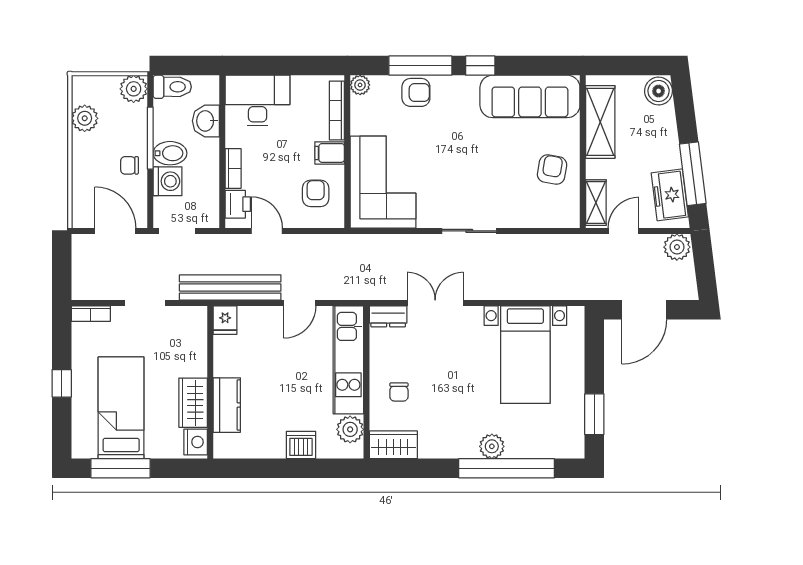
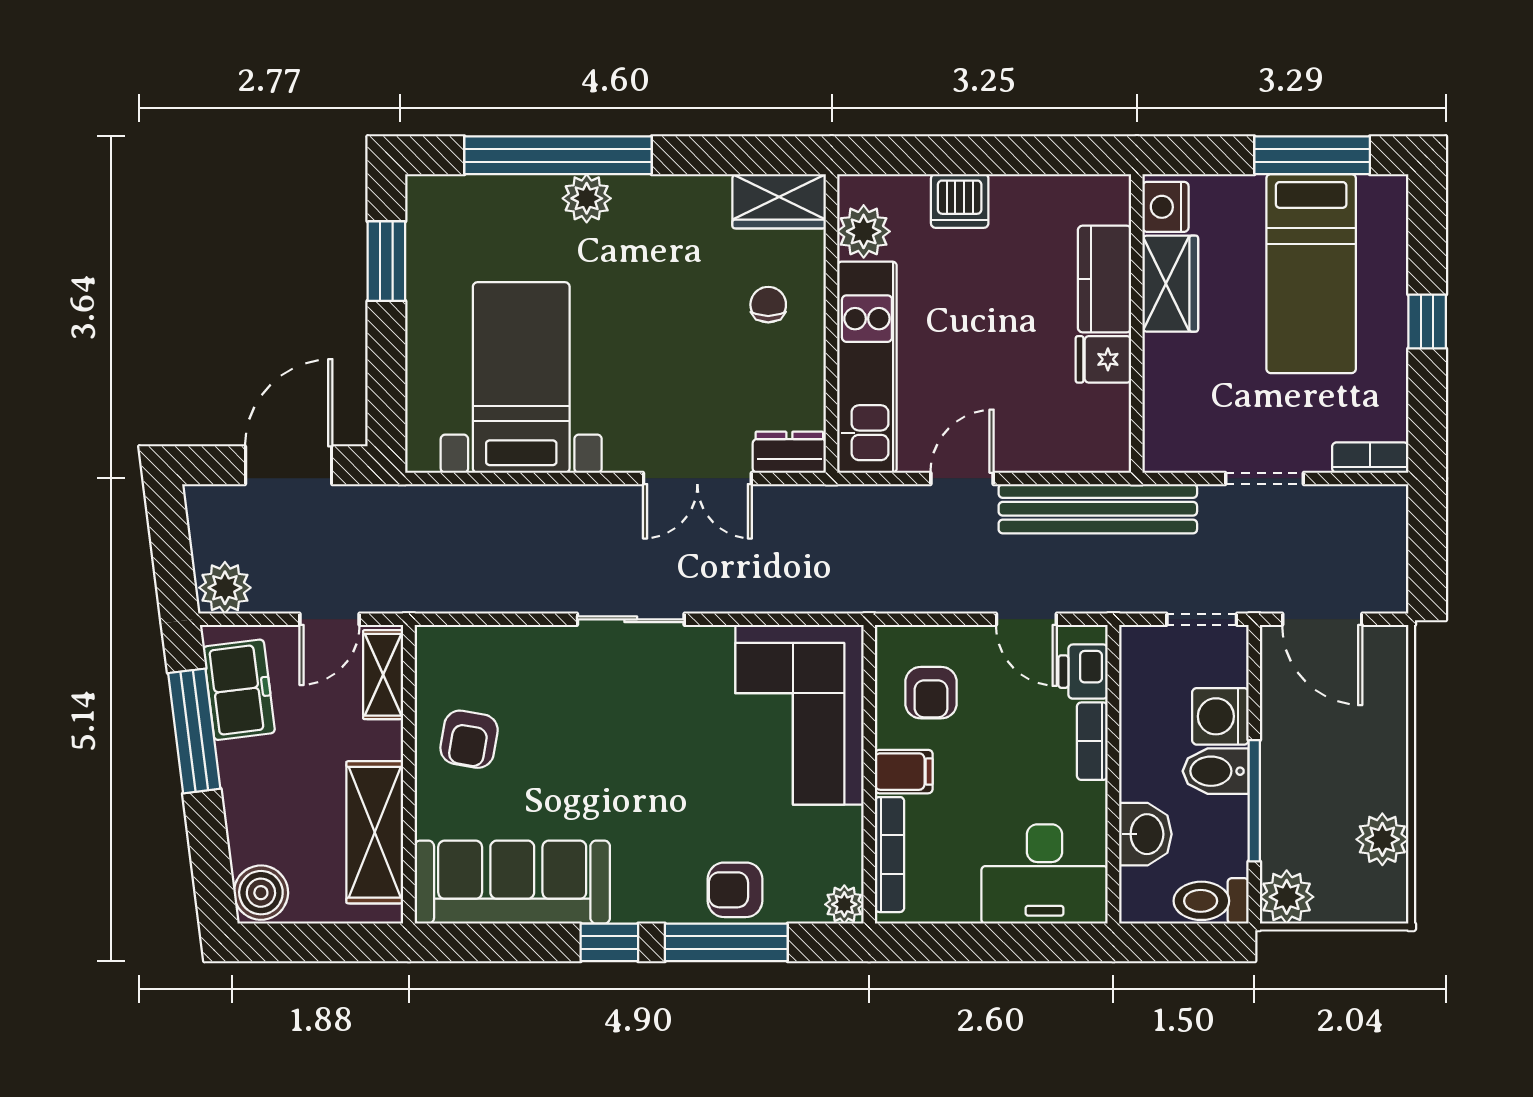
chair: (129, 165) -> (1295, 747), removed
fridge: (225, 320) -> (1103, 359), moved, turned -90

